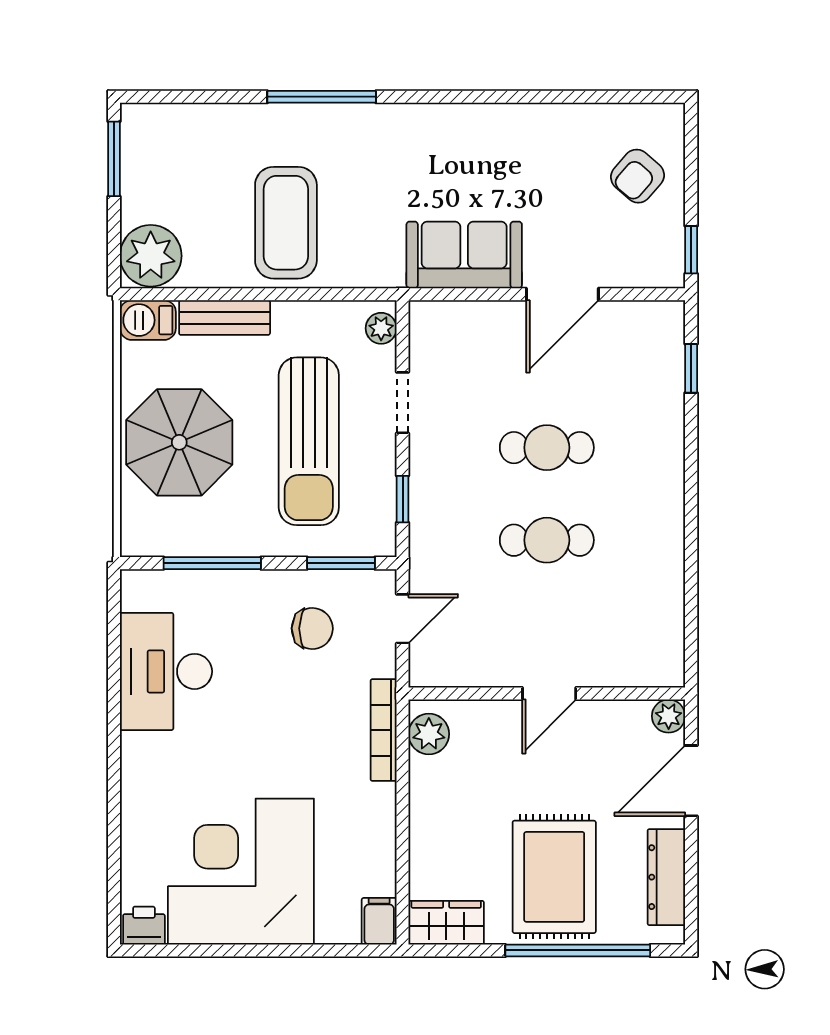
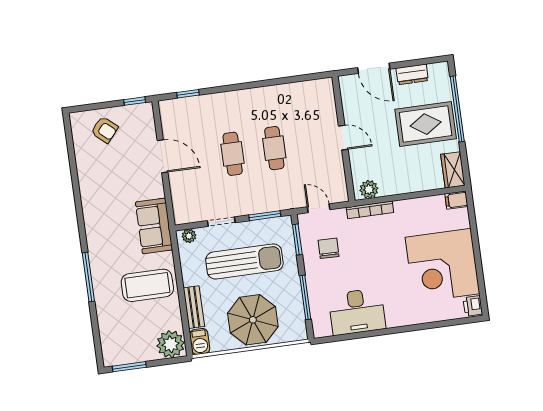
sofa: (464, 255) -> (154, 226), moved
window: (403, 499) -> (265, 216), width x1.50
plant: (669, 716) -> (346, 82), removed
dresser: (666, 877) -> (412, 74), width x0.70

